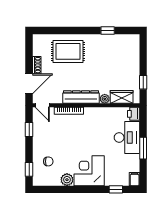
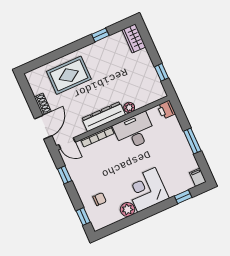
wardrobe: (122, 97) -> (134, 38), moved, turned -90
desk: (127, 138) -> (134, 131), moved, turned -90

